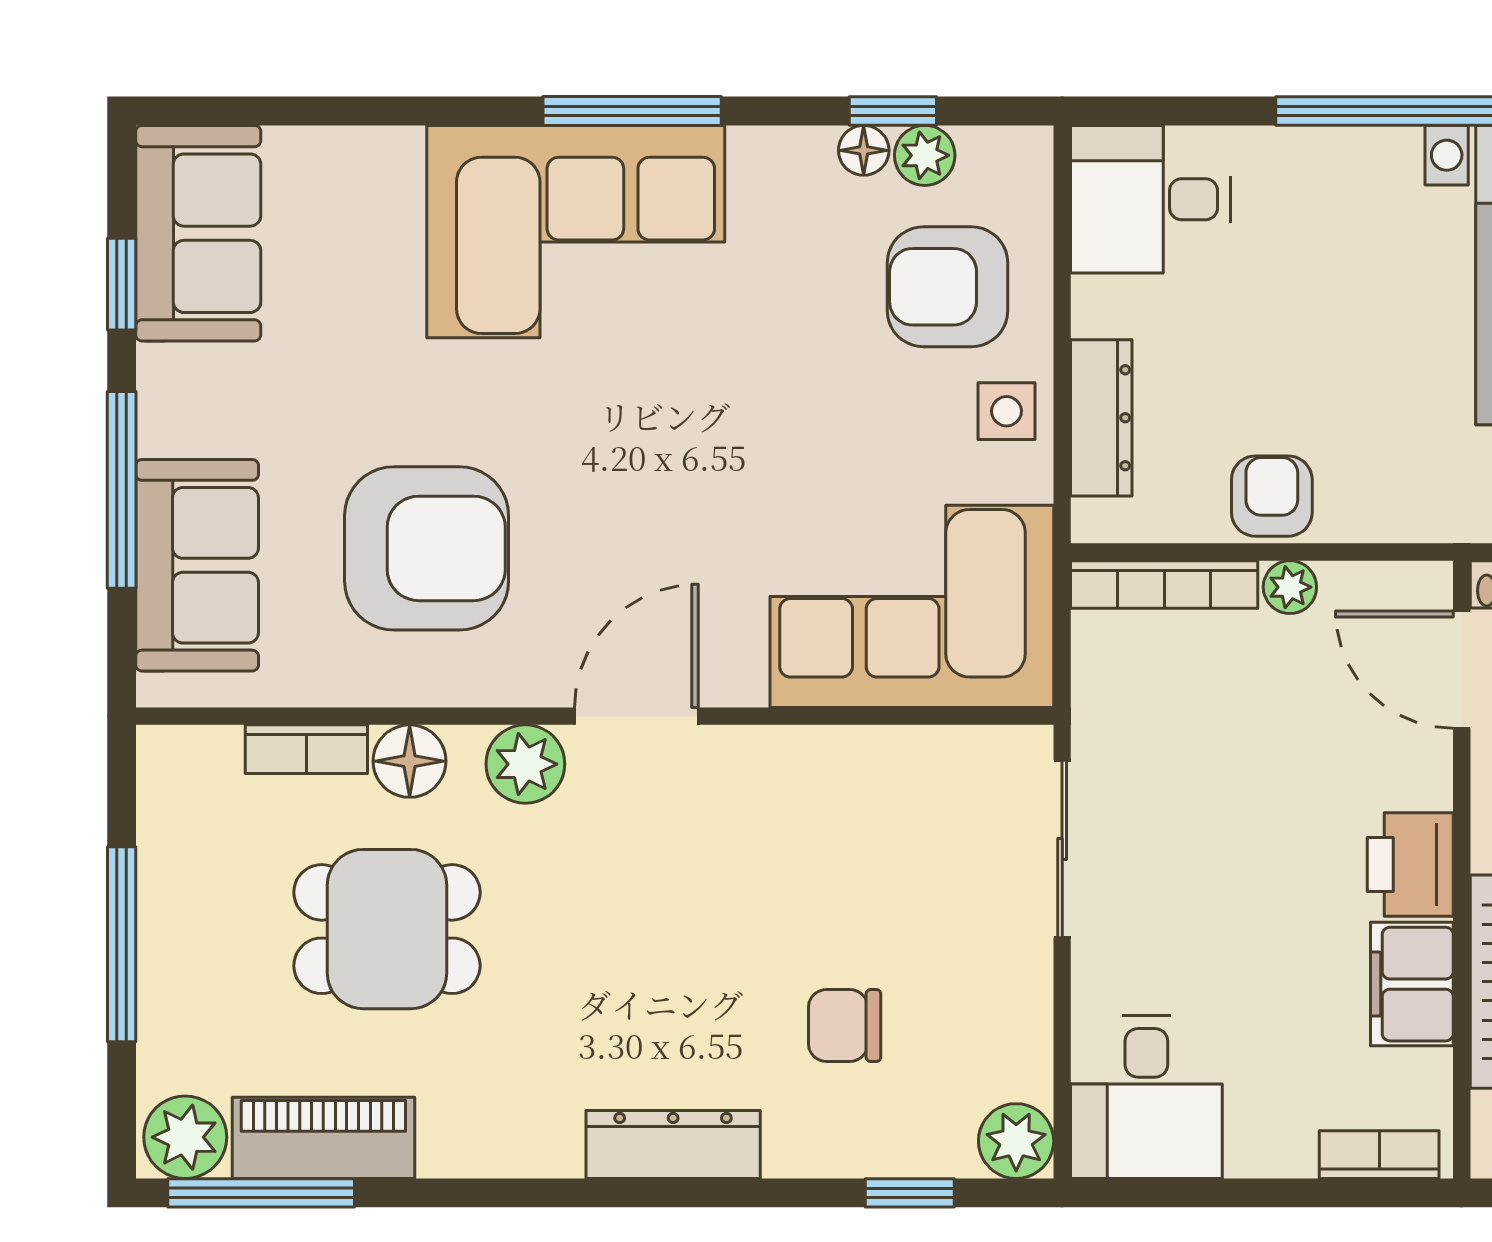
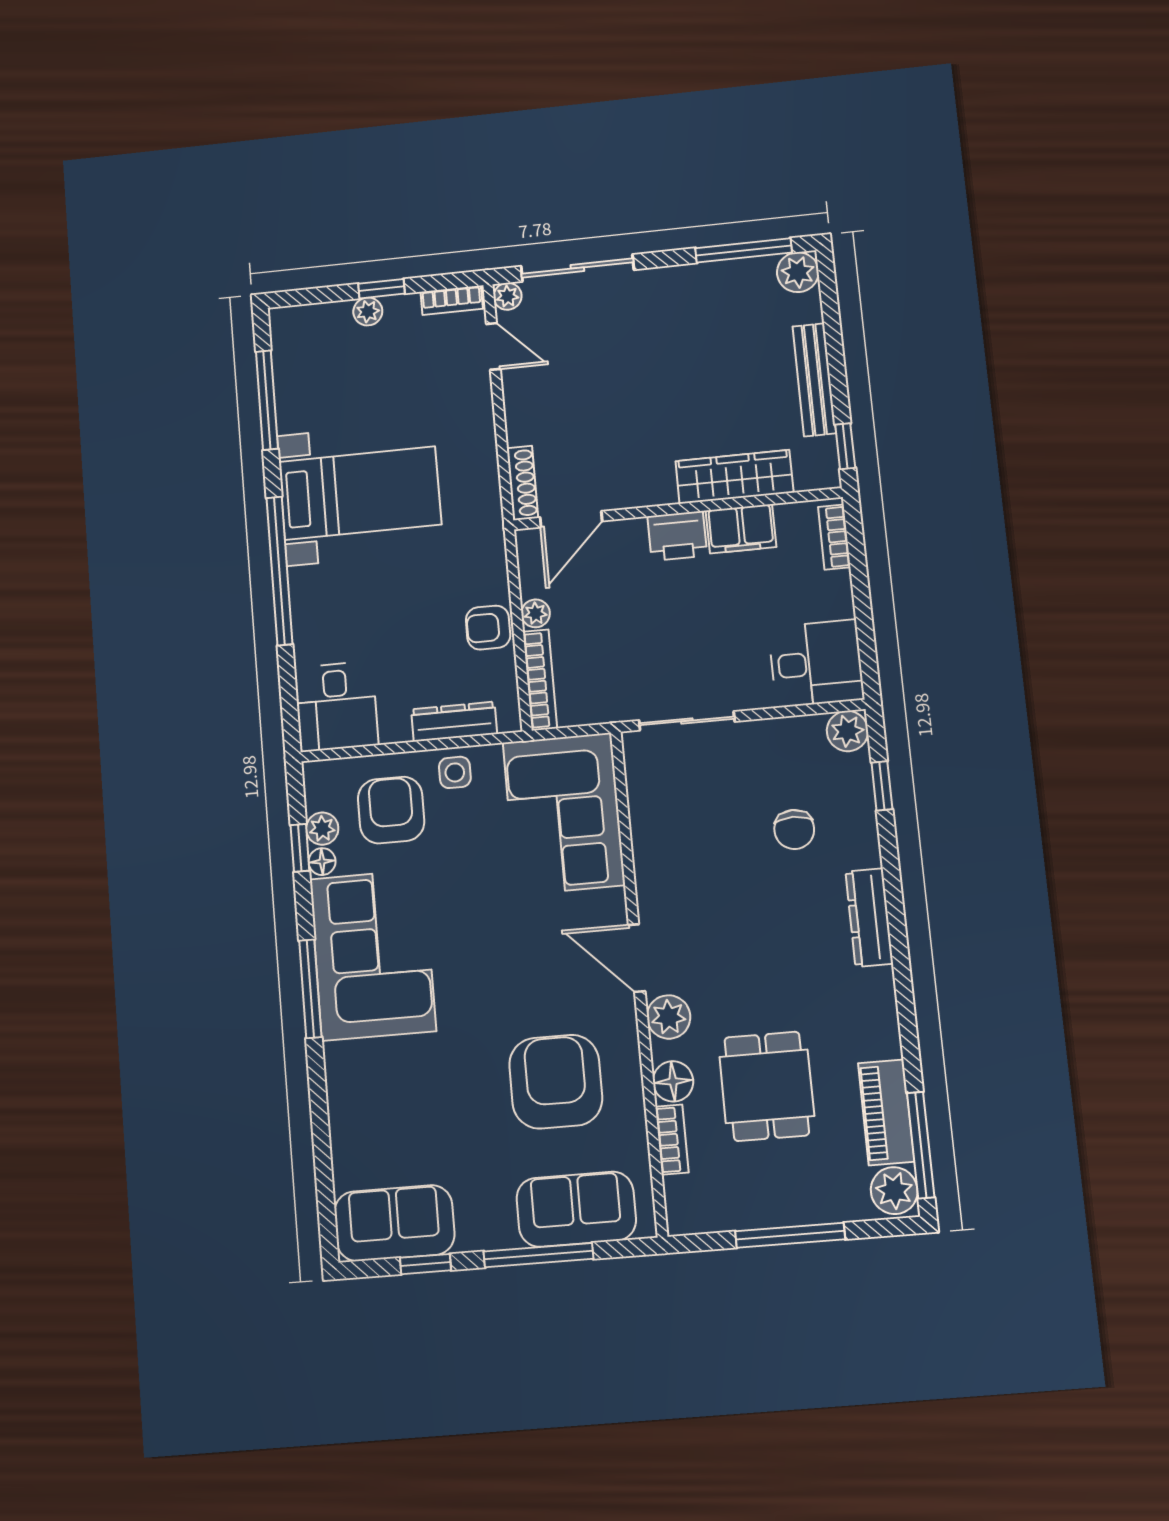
corner sofa: (576, 232) -> (373, 955), moved
armchair: (947, 287) -> (391, 810), turned 180

